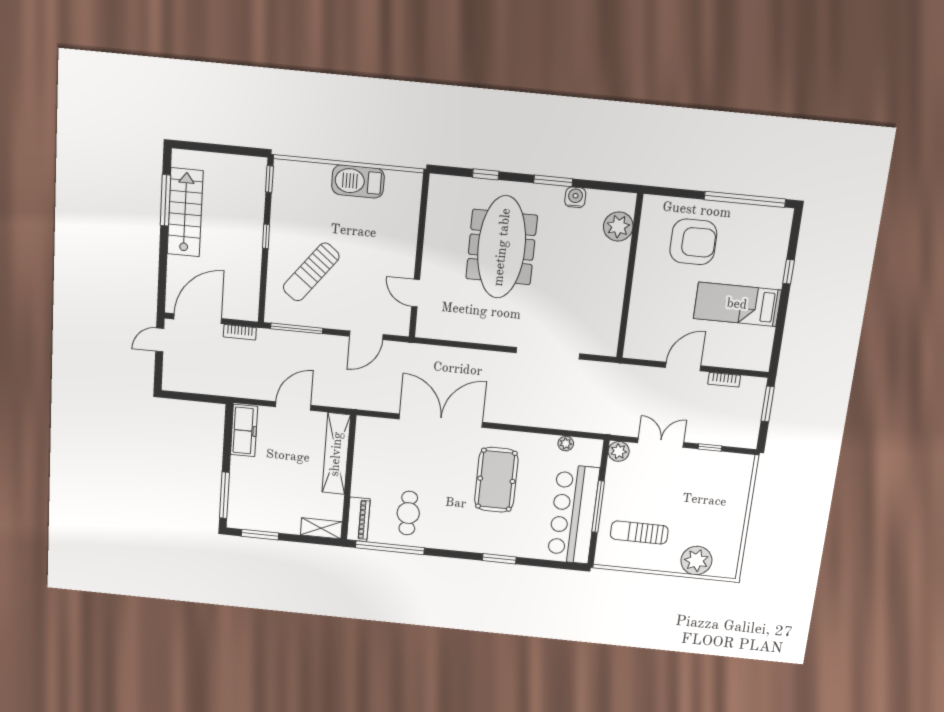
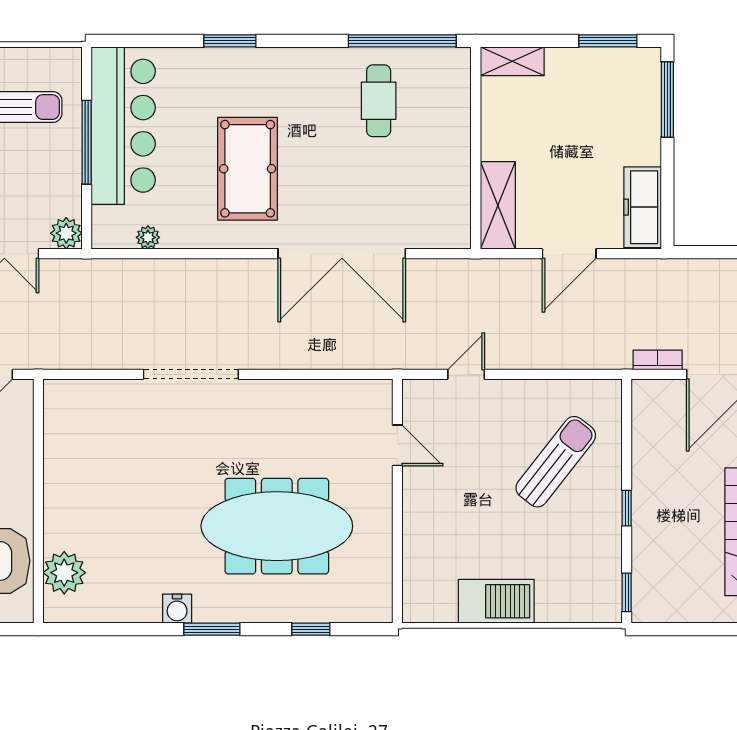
plant: (618, 226) -> (64, 573), moved
meeting table: (502, 247) -> (277, 526), turned 90
wall: (630, 277) -> (38, 501), moved
window: (297, 328) -> (572, 374), removed
door: (366, 335) -> (466, 374), width x0.73
shelving: (336, 454) -> (498, 205), width x0.68
piano: (358, 519) -> (455, 82), removed

